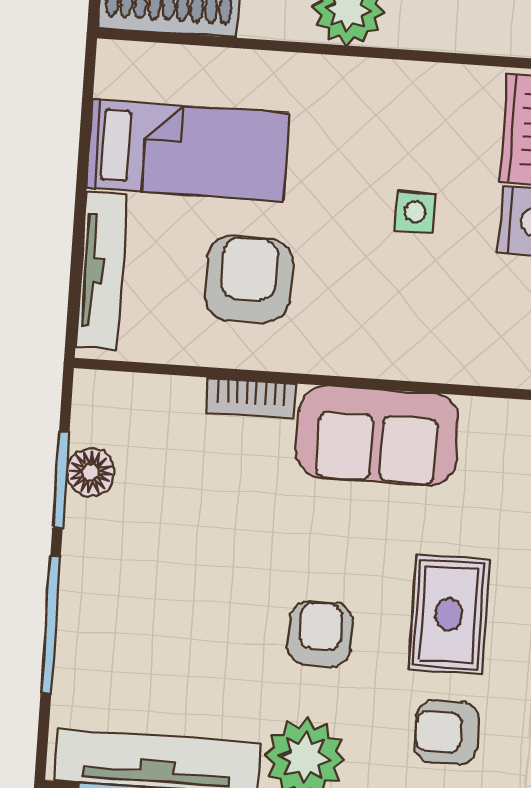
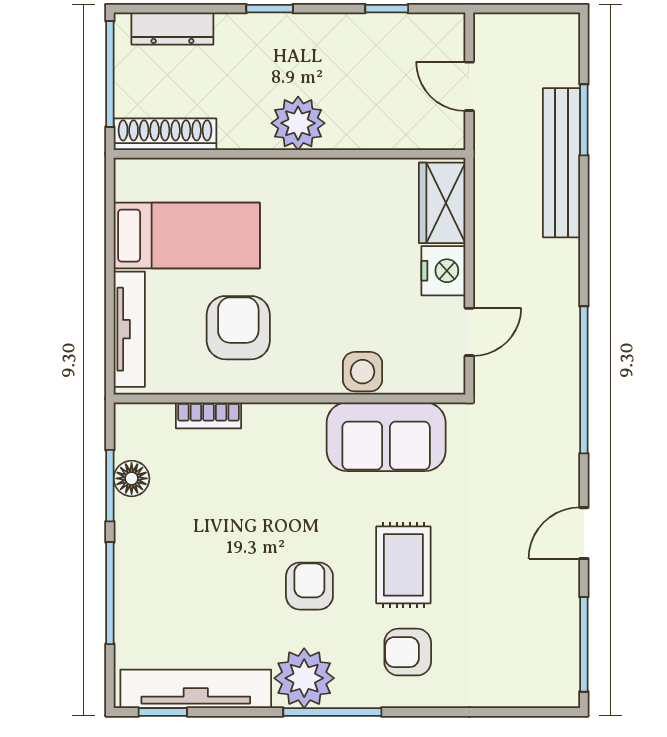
side table: (415, 212) -> (362, 372), moved, width x1.37, depth x1.37
bookcase: (251, 398) -> (209, 415), moved
sofa: (377, 436) -> (386, 437), moved

